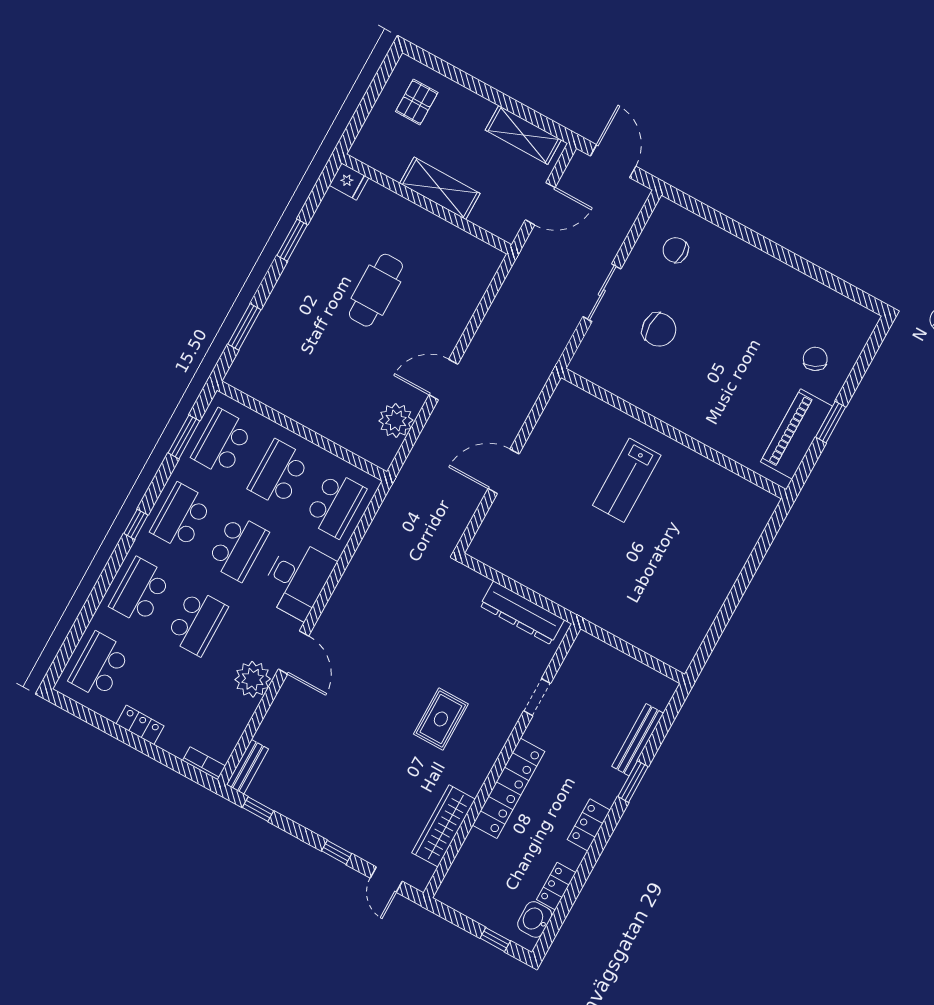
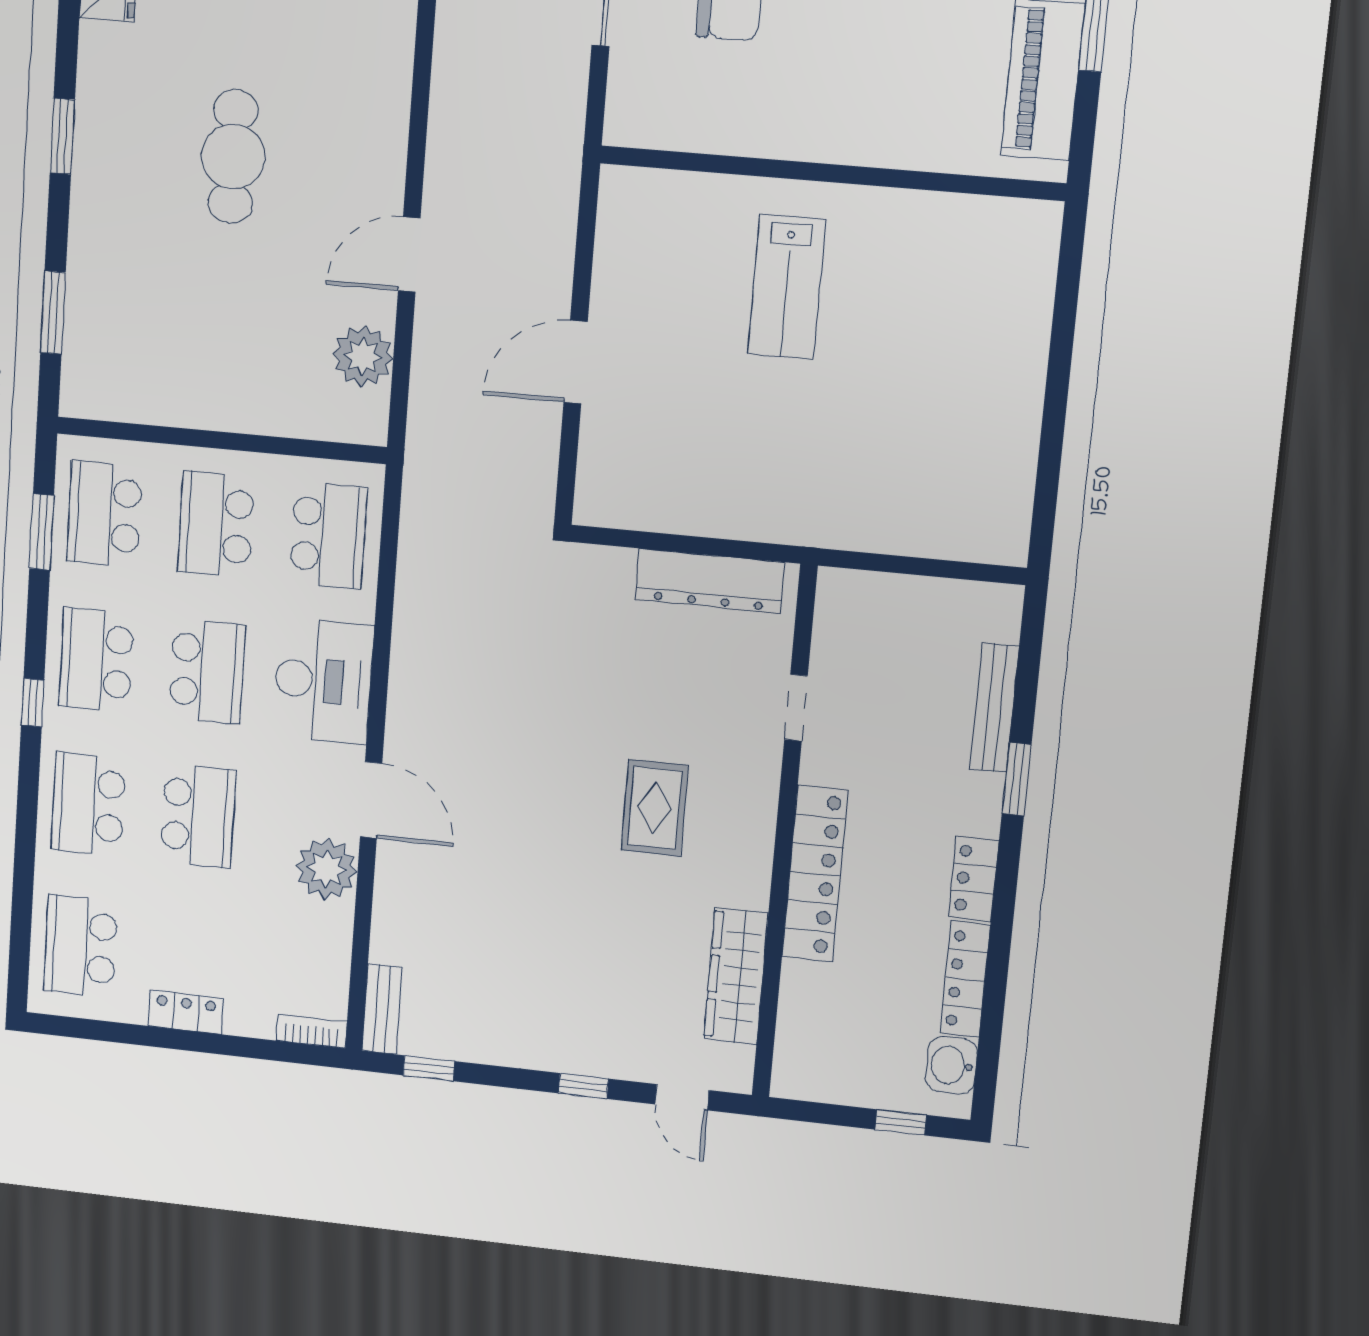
locker: (556, 886) -> (965, 979), width x1.53

